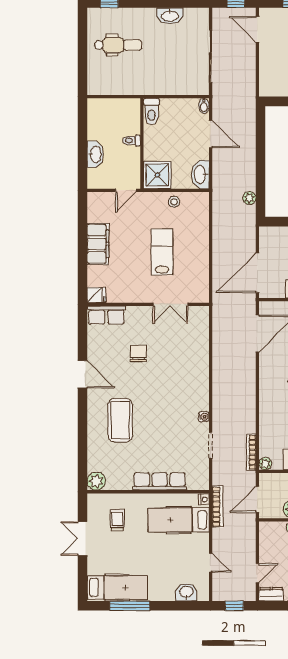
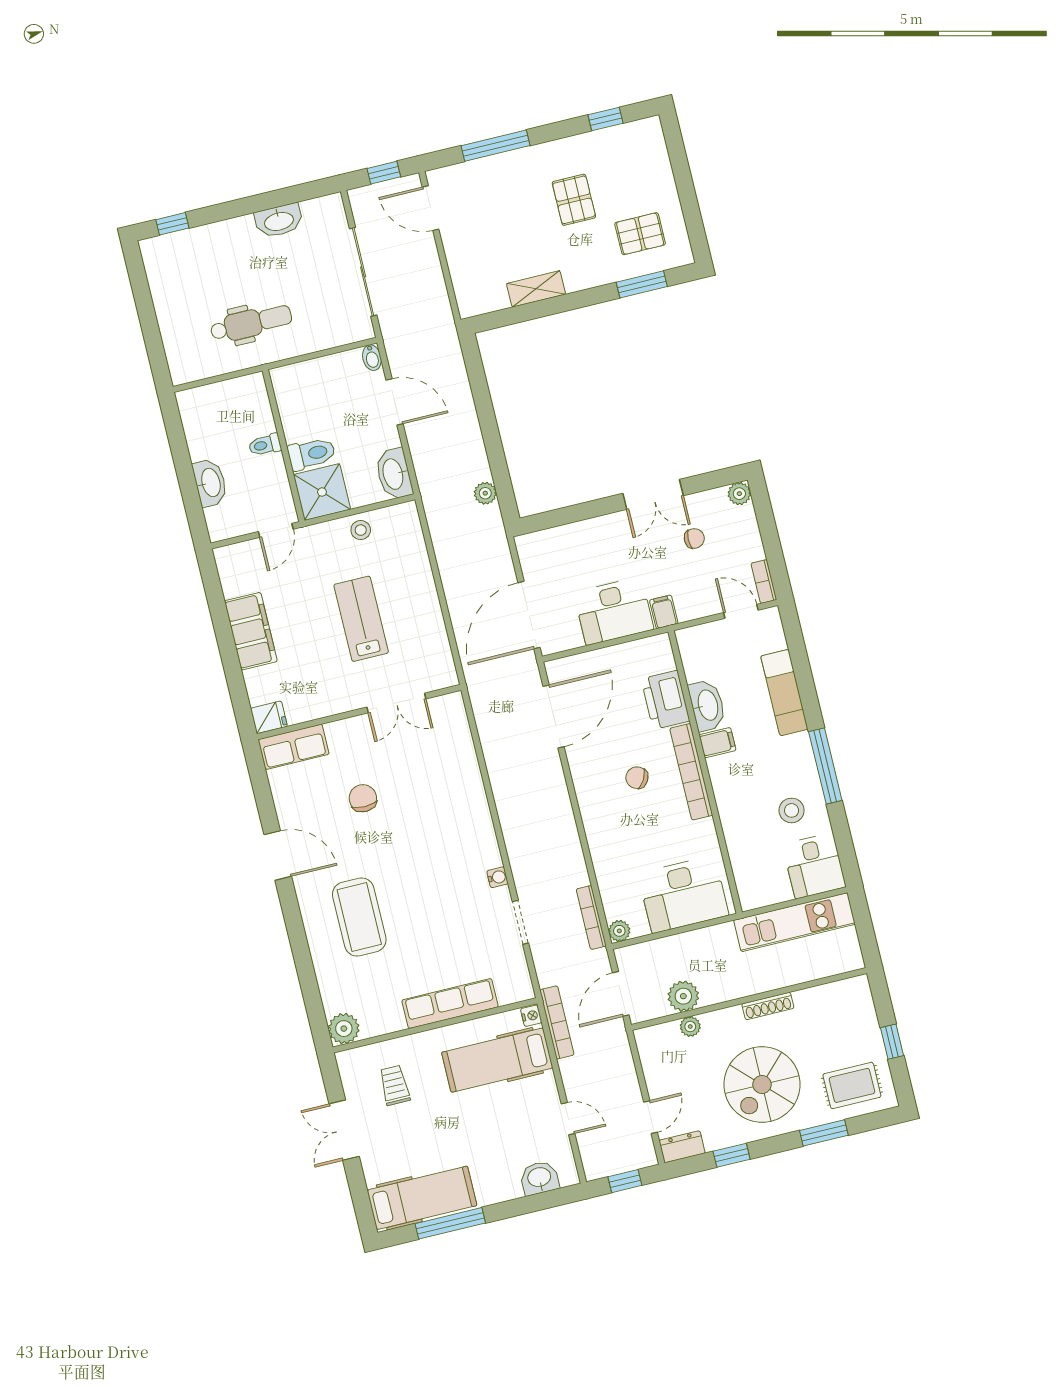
dental chair: (118, 45) -> (251, 323), moved
toilet: (151, 111) -> (312, 454), moved, turned -90

